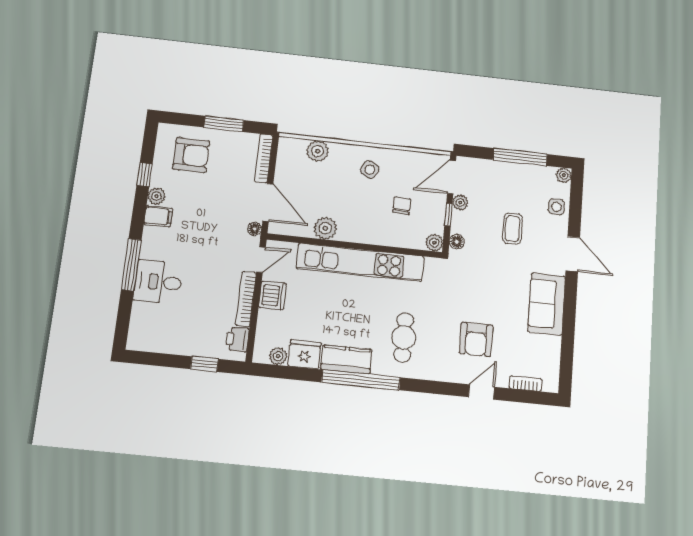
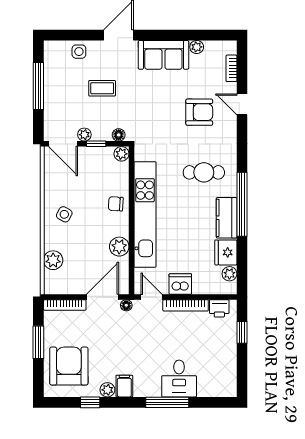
armchair: (191, 155) -> (69, 366), width x1.36, depth x1.36
plant: (564, 175) -> (197, 47), moved
chair: (402, 206) -> (116, 204), moved

